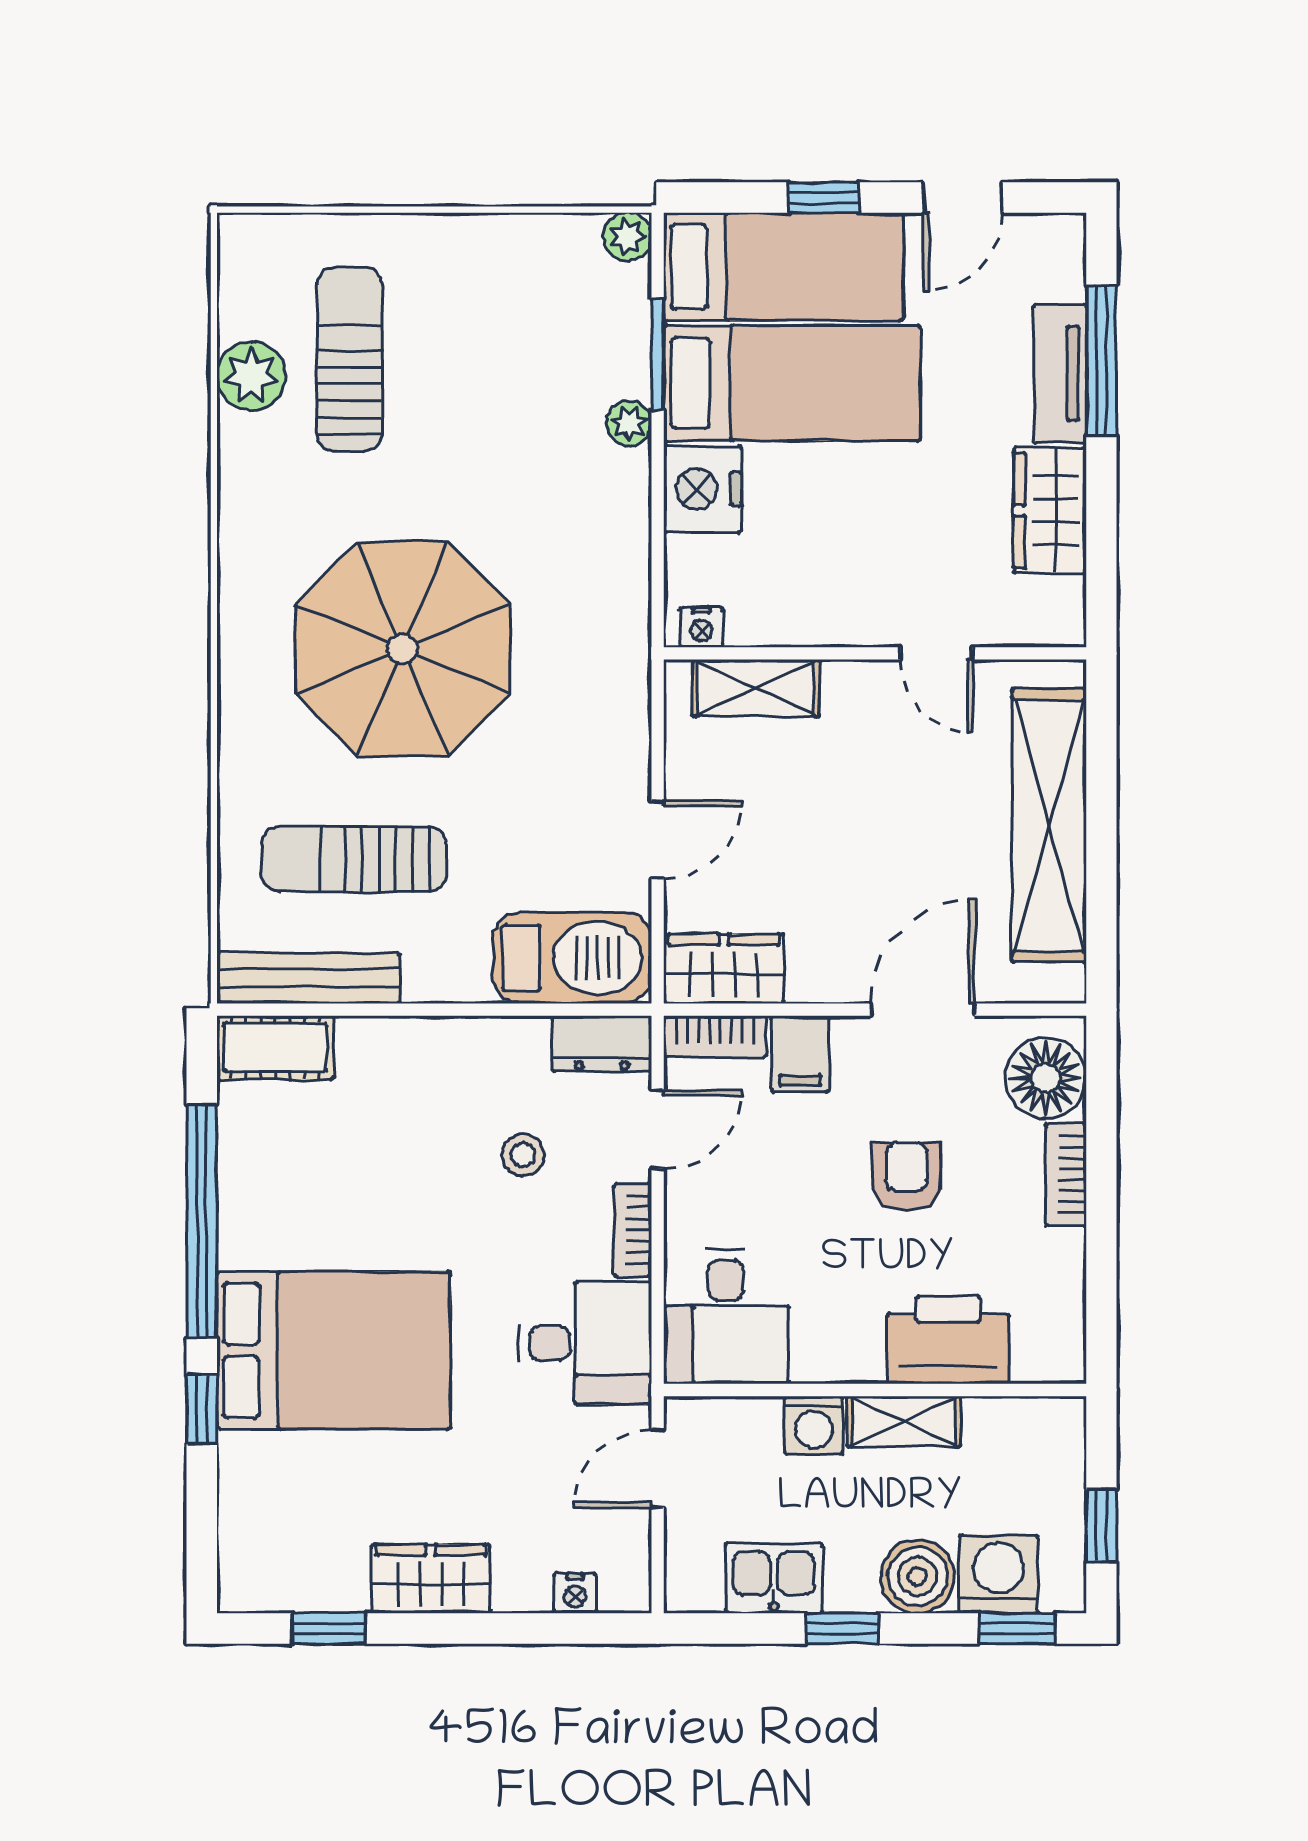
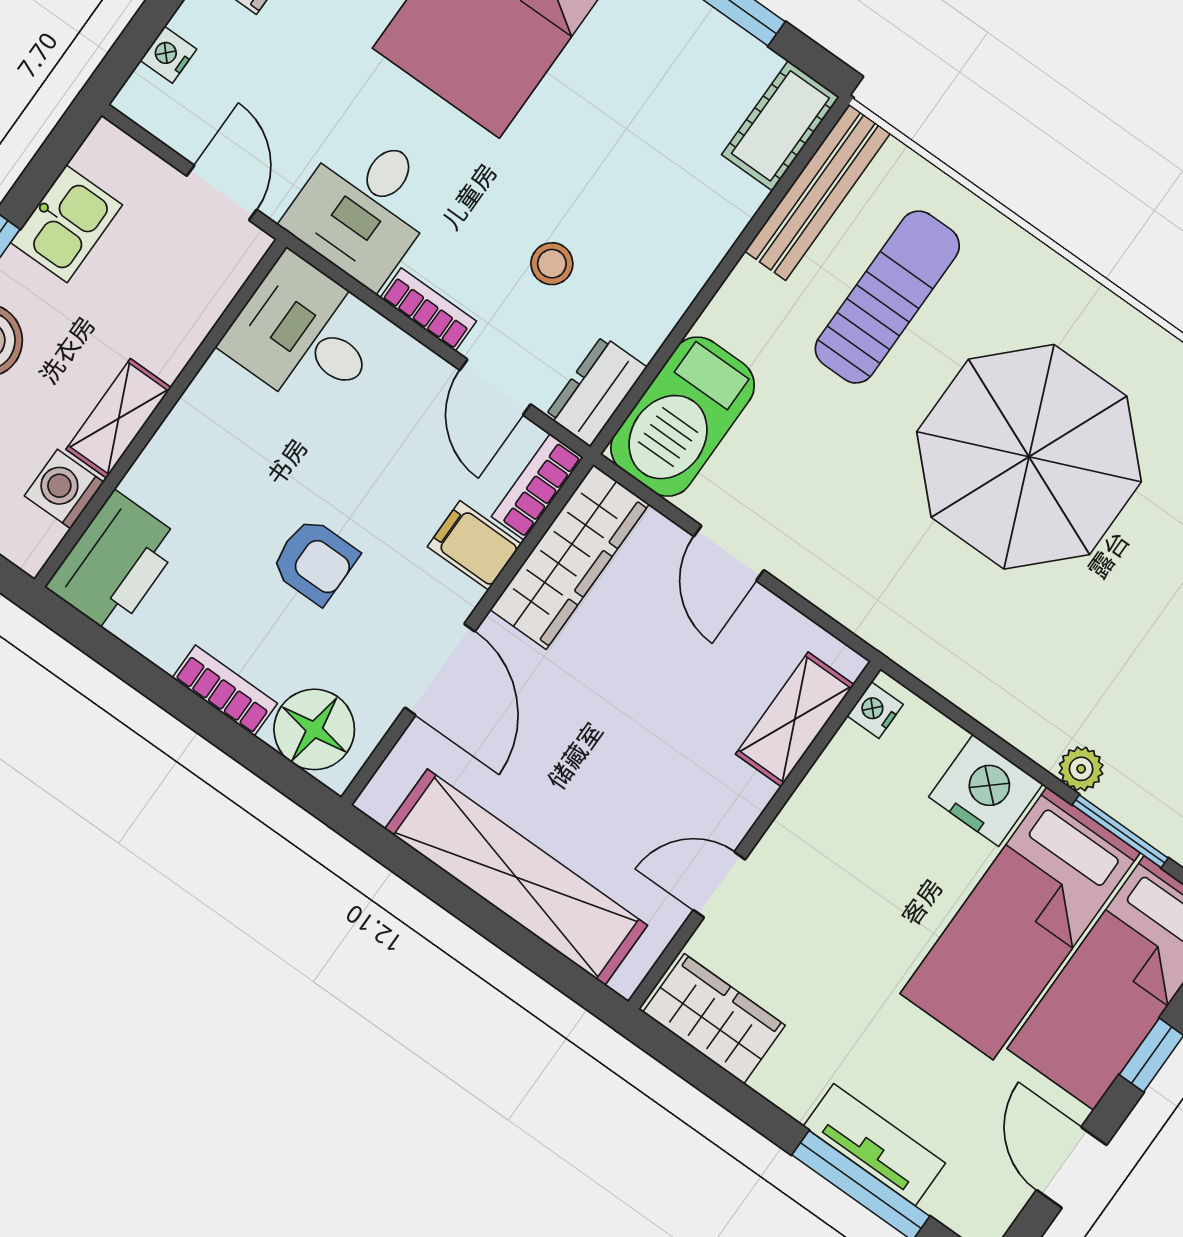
wardrobe: (1050, 511) -> (714, 1019), moved
wardrobe: (724, 969) -> (570, 557), width x1.50
printer: (948, 1340) -> (114, 563), moved
washing machine: (814, 1425) -> (64, 489), moved

